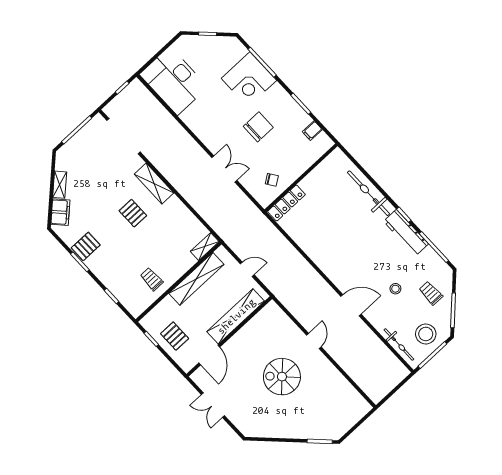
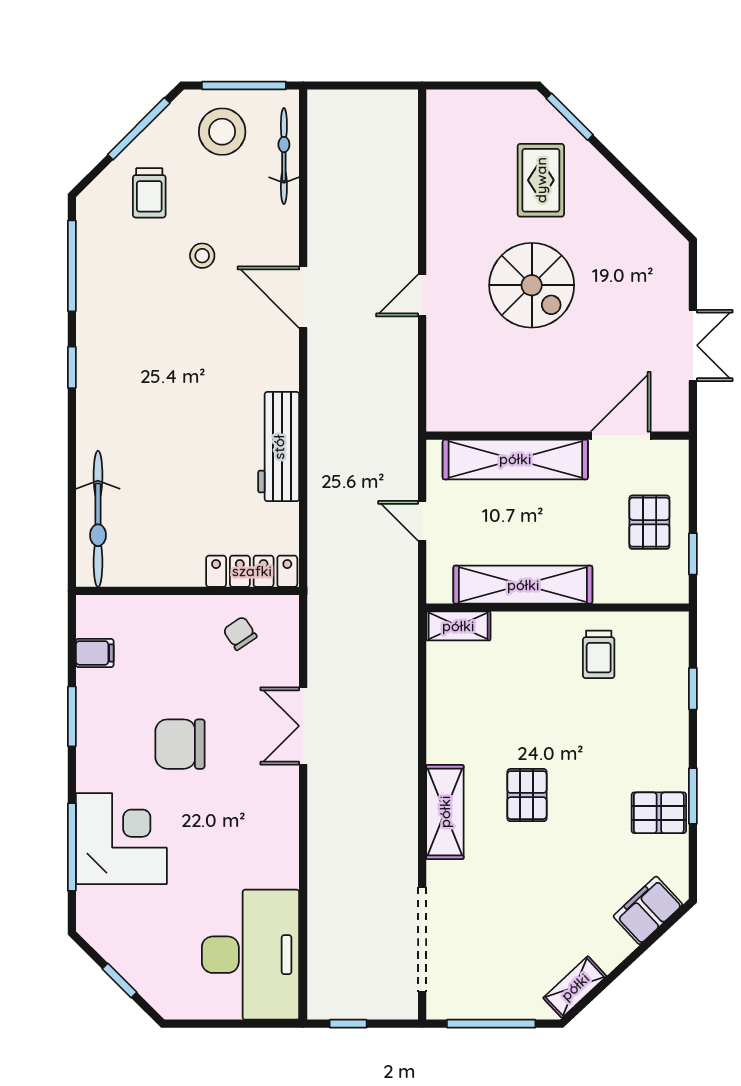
shelving: (60, 185) -> (575, 987), moved
bicycle: (368, 193) -> (98, 519), moved
workbench: (406, 233) -> (279, 447), moved, turned 180
rug: (310, 413) -> (541, 180), added

